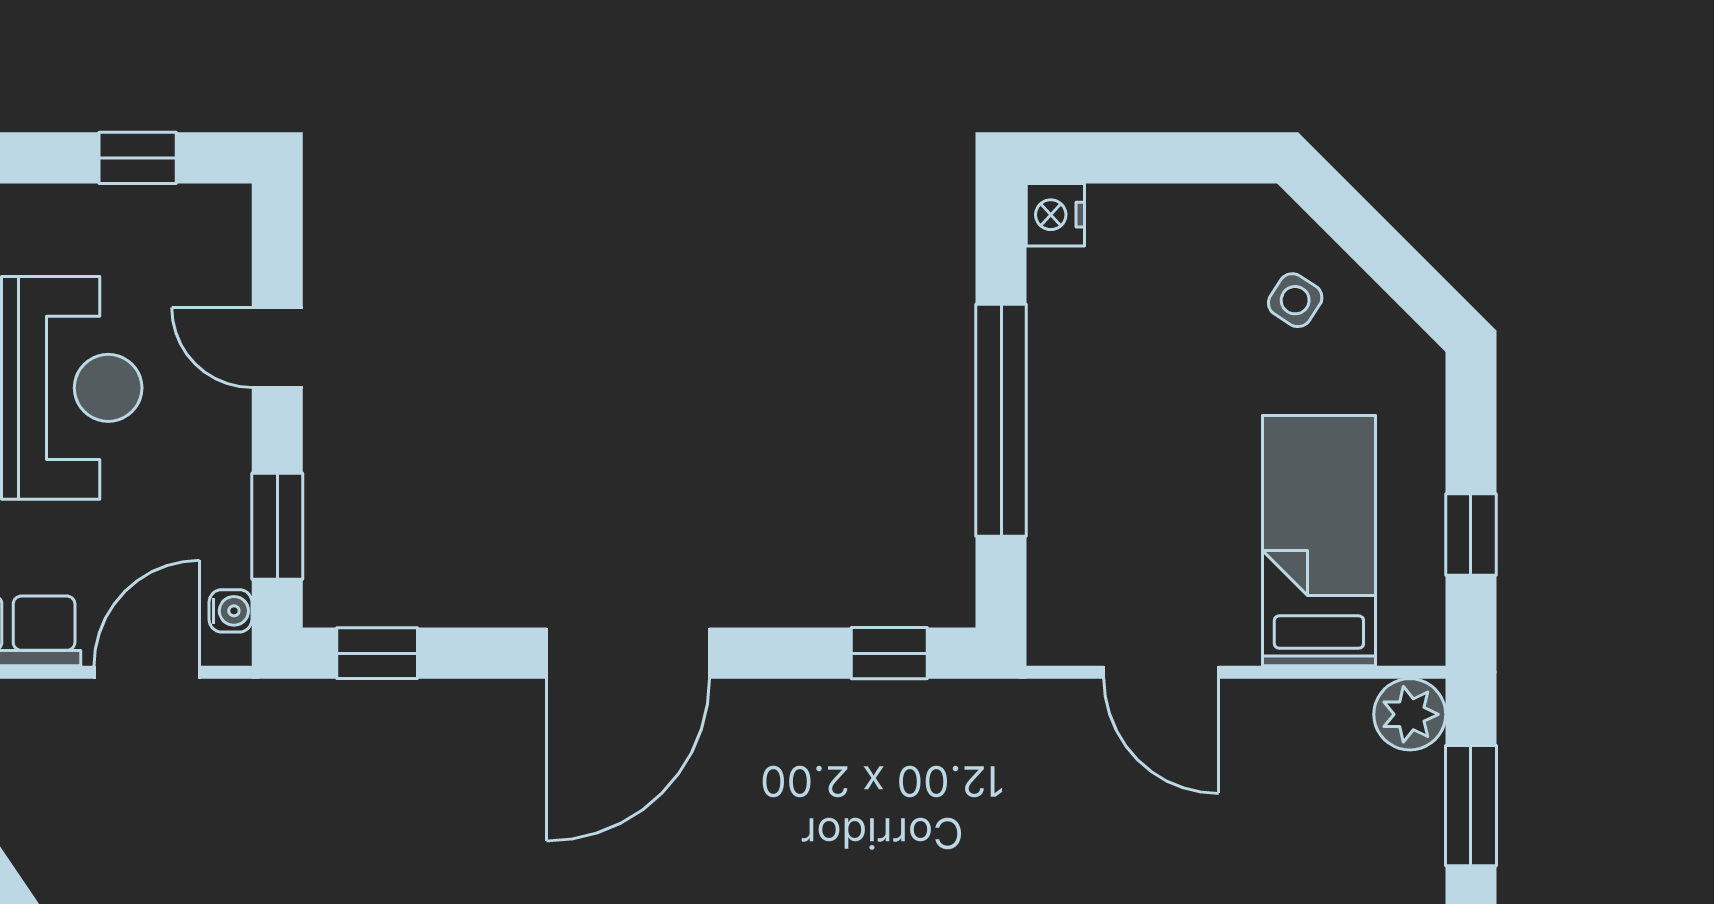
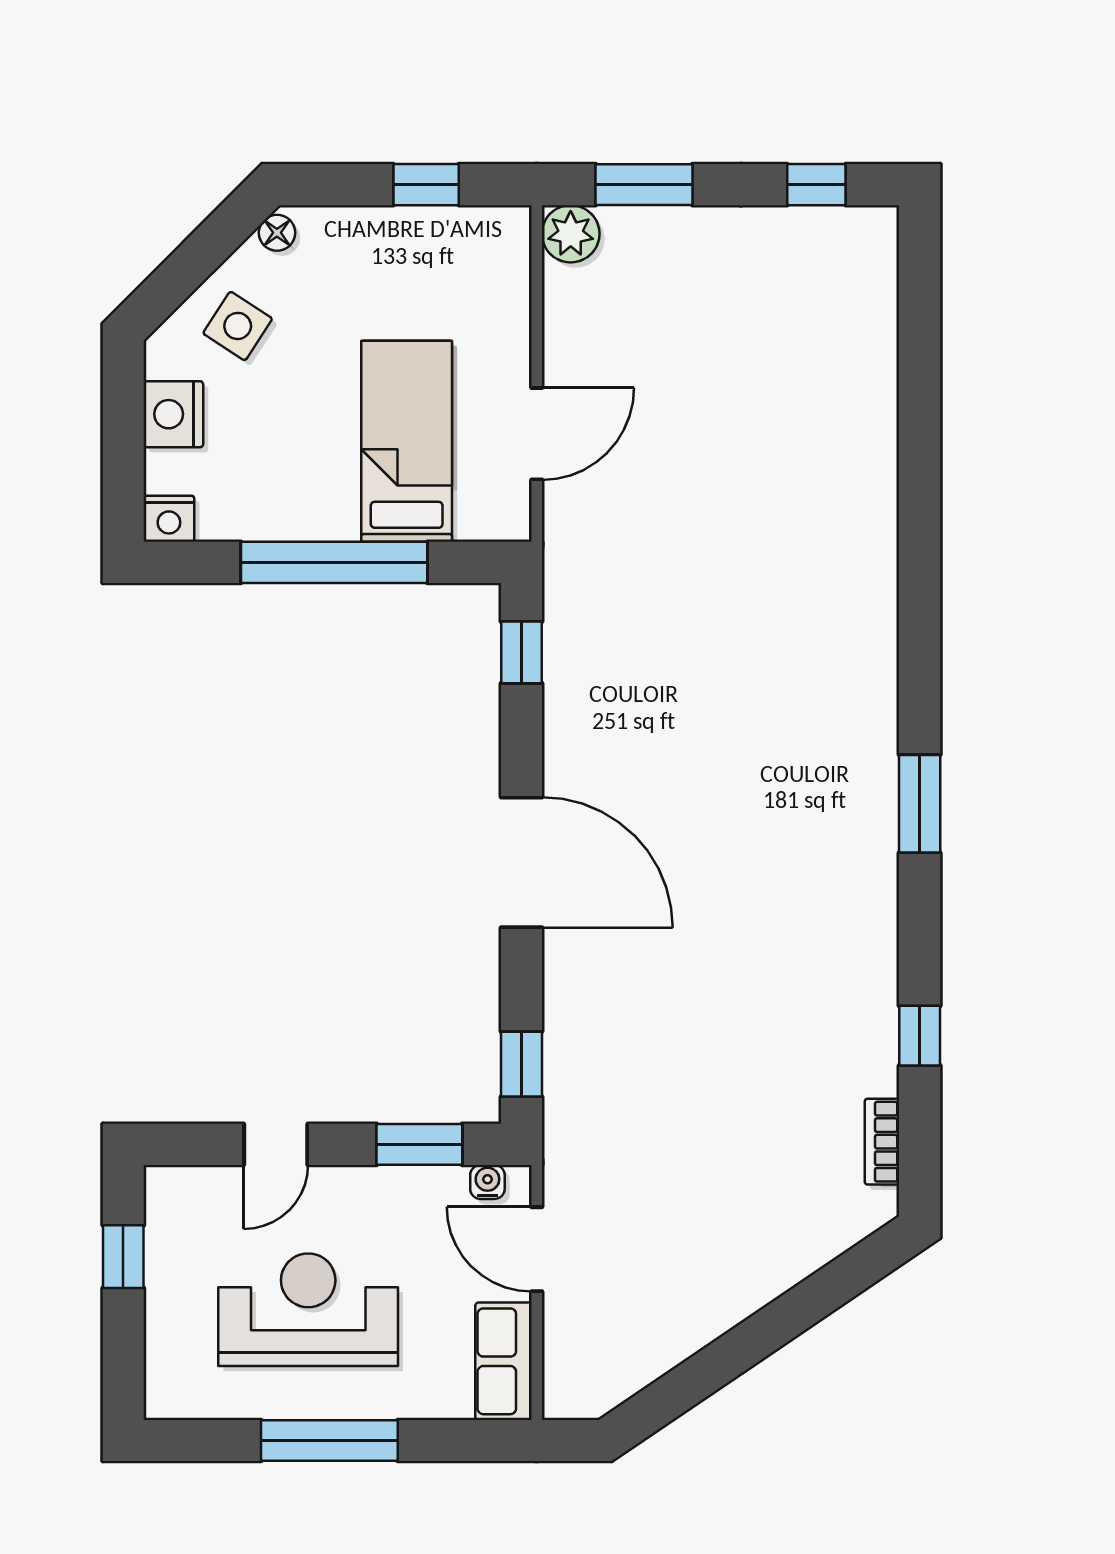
nightstand: (1185, 220) -> (173, 414), added
side table: (1295, 300) -> (238, 326), width x1.37, depth x1.37
floor lamp: (1411, 349) -> (277, 233), added
bed: (1319, 541) -> (407, 441), moved, turned 90

